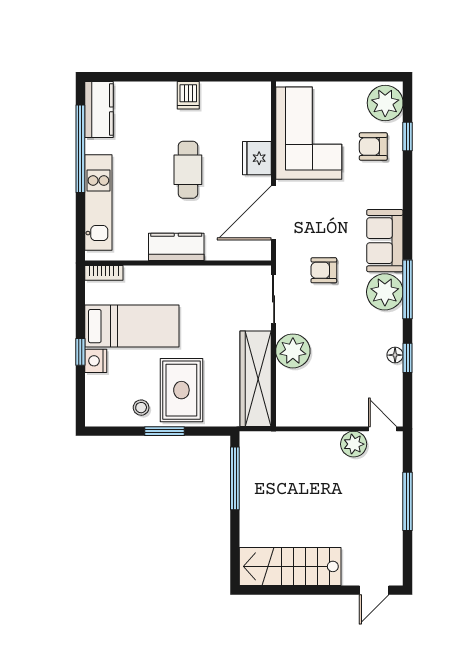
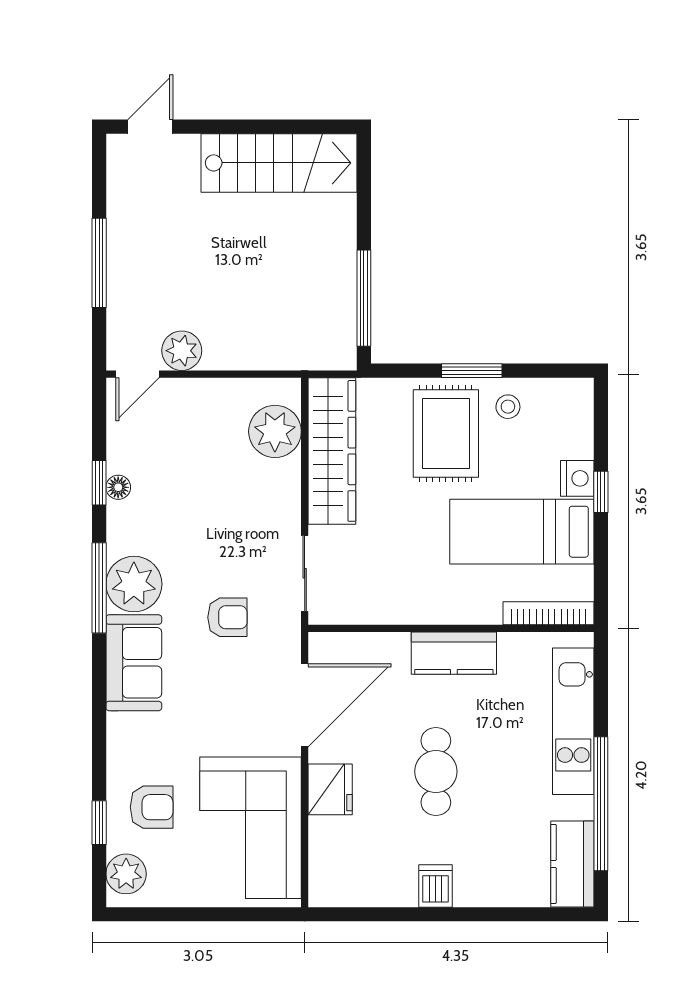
plant: (385, 103) -> (126, 874), width x0.73, depth x0.73
bookcase: (104, 273) -> (549, 613), width x1.56
plant: (293, 351) -> (275, 431), moved
door: (382, 429) -> (138, 374), hinge flipped

